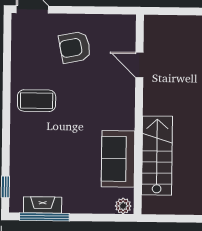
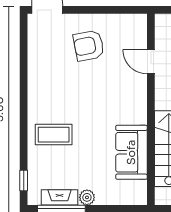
coffee table: (37, 101) -> (54, 135), moved
plant: (123, 206) -> (87, 197), moved

